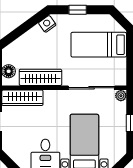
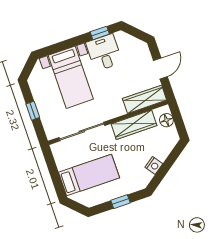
nightstand: (47, 24) -> (154, 165), moved
plant: (121, 96) -> (51, 134), removed

